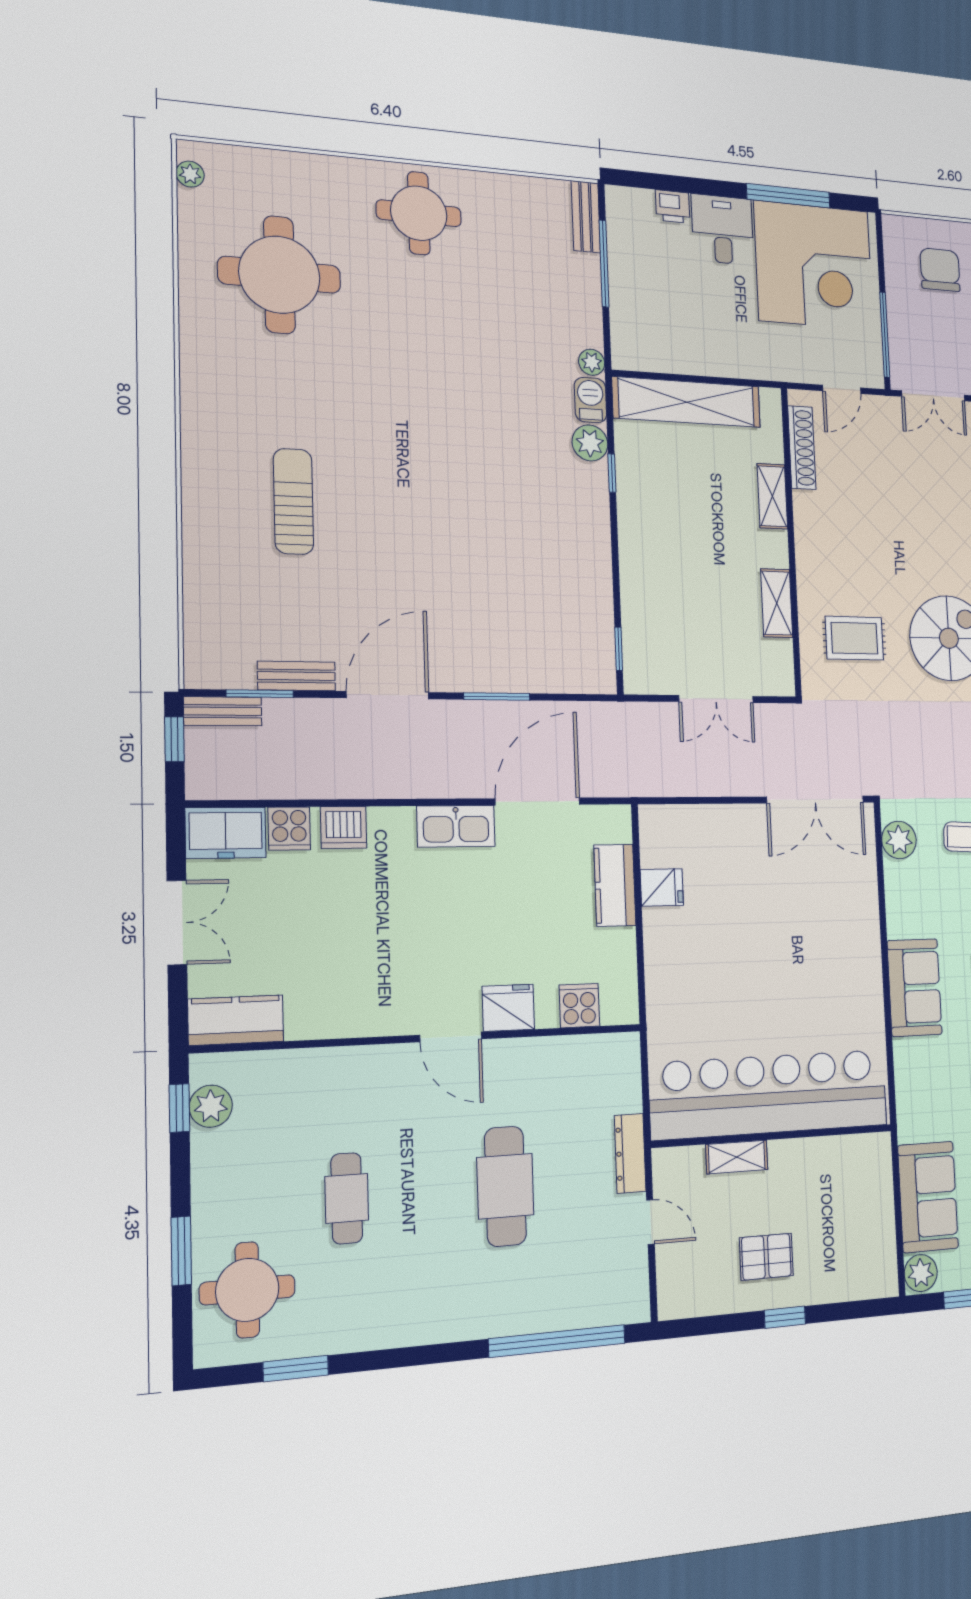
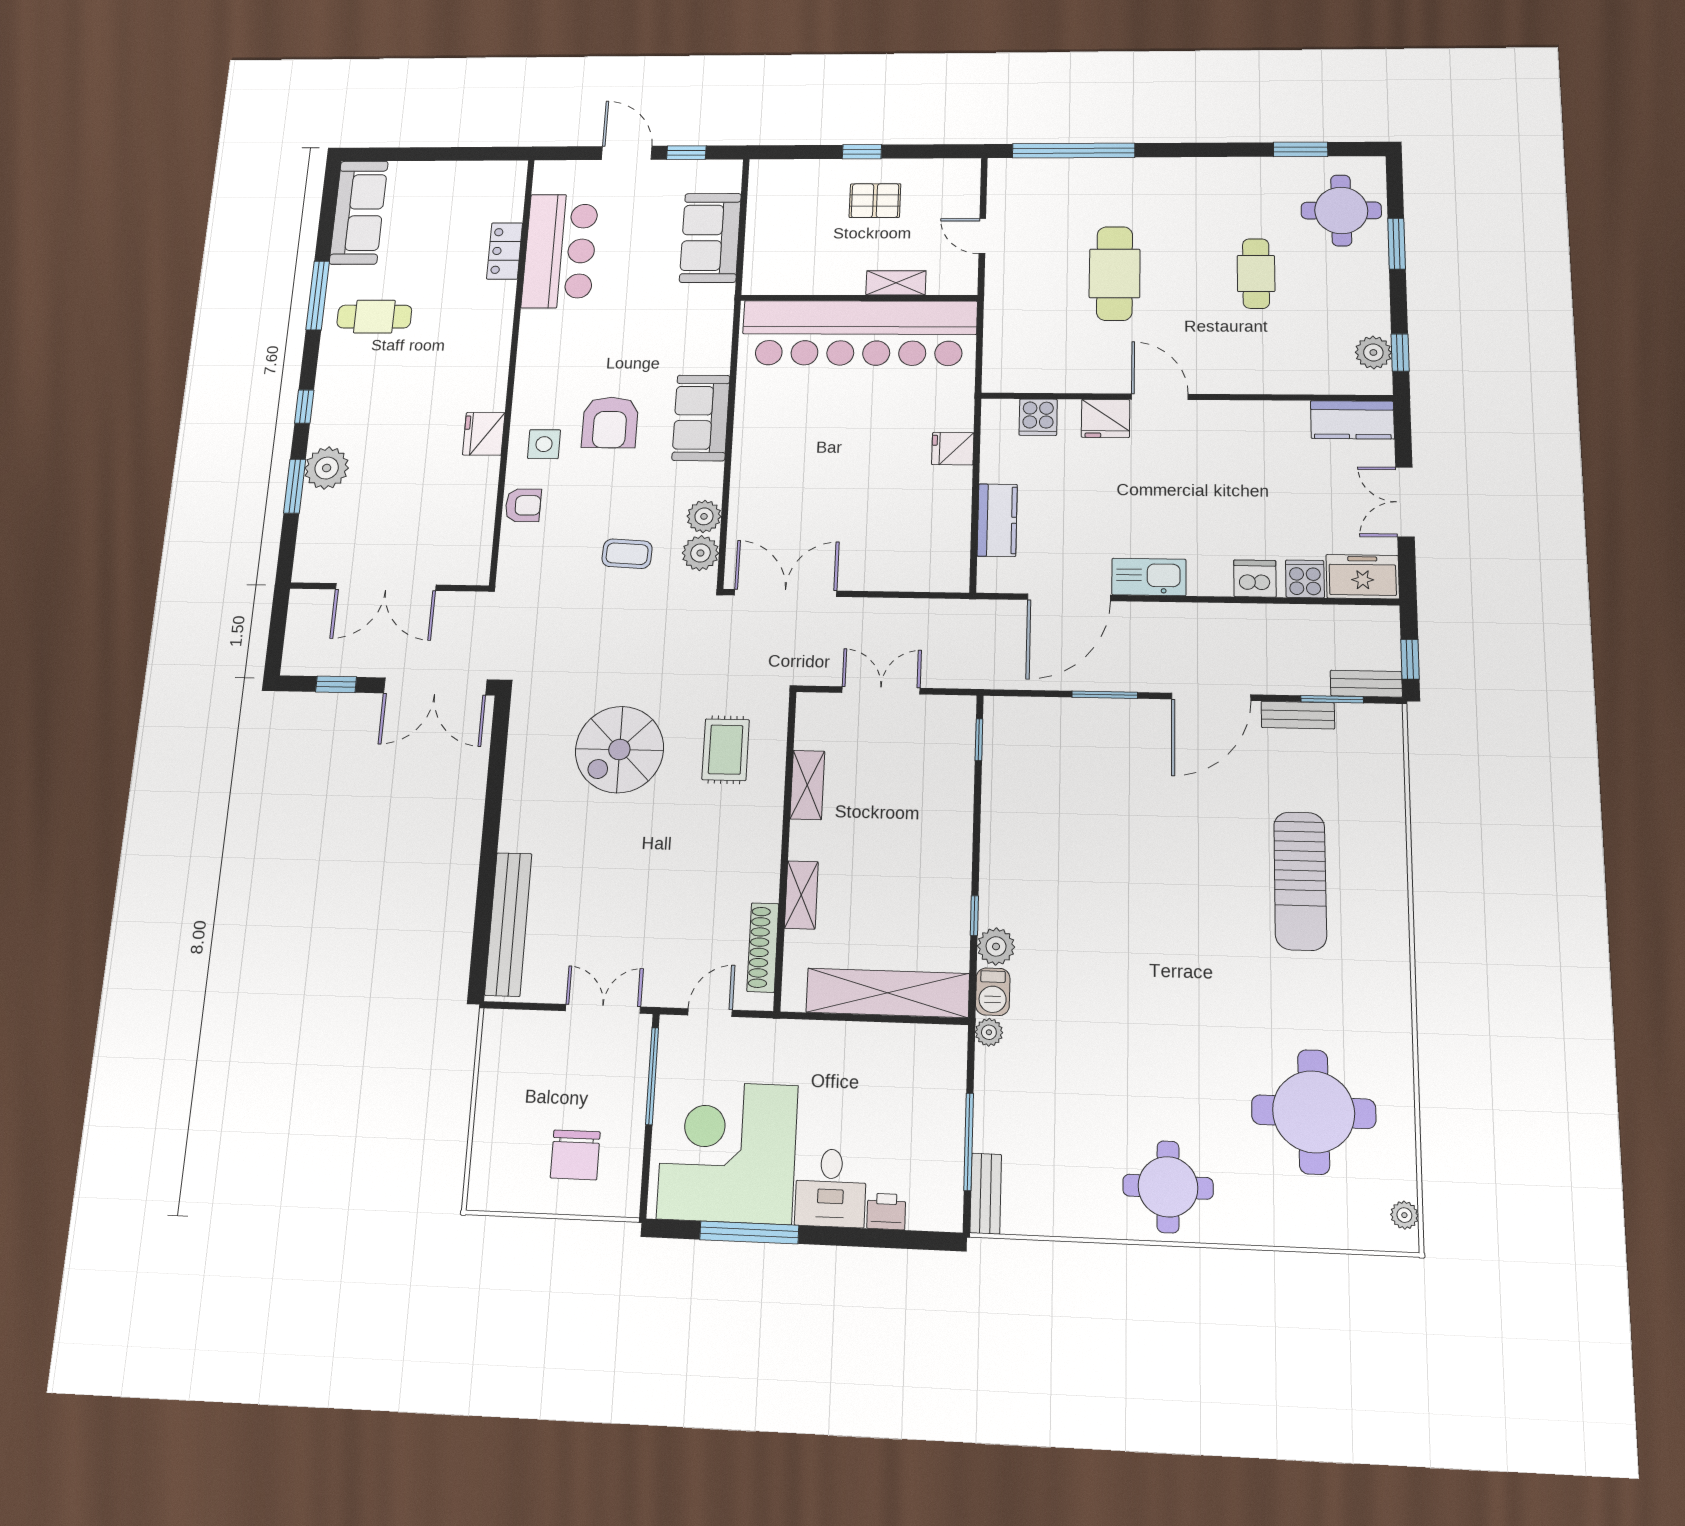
sun lounger: (293, 501) -> (1300, 881), width x1.36, depth x1.34
rug: (854, 638) -> (726, 750), turned 90
fridge: (662, 887) -> (953, 449), moved
dresser: (630, 1153) -> (998, 292), removed
plant: (921, 1273) -> (704, 516), moved

